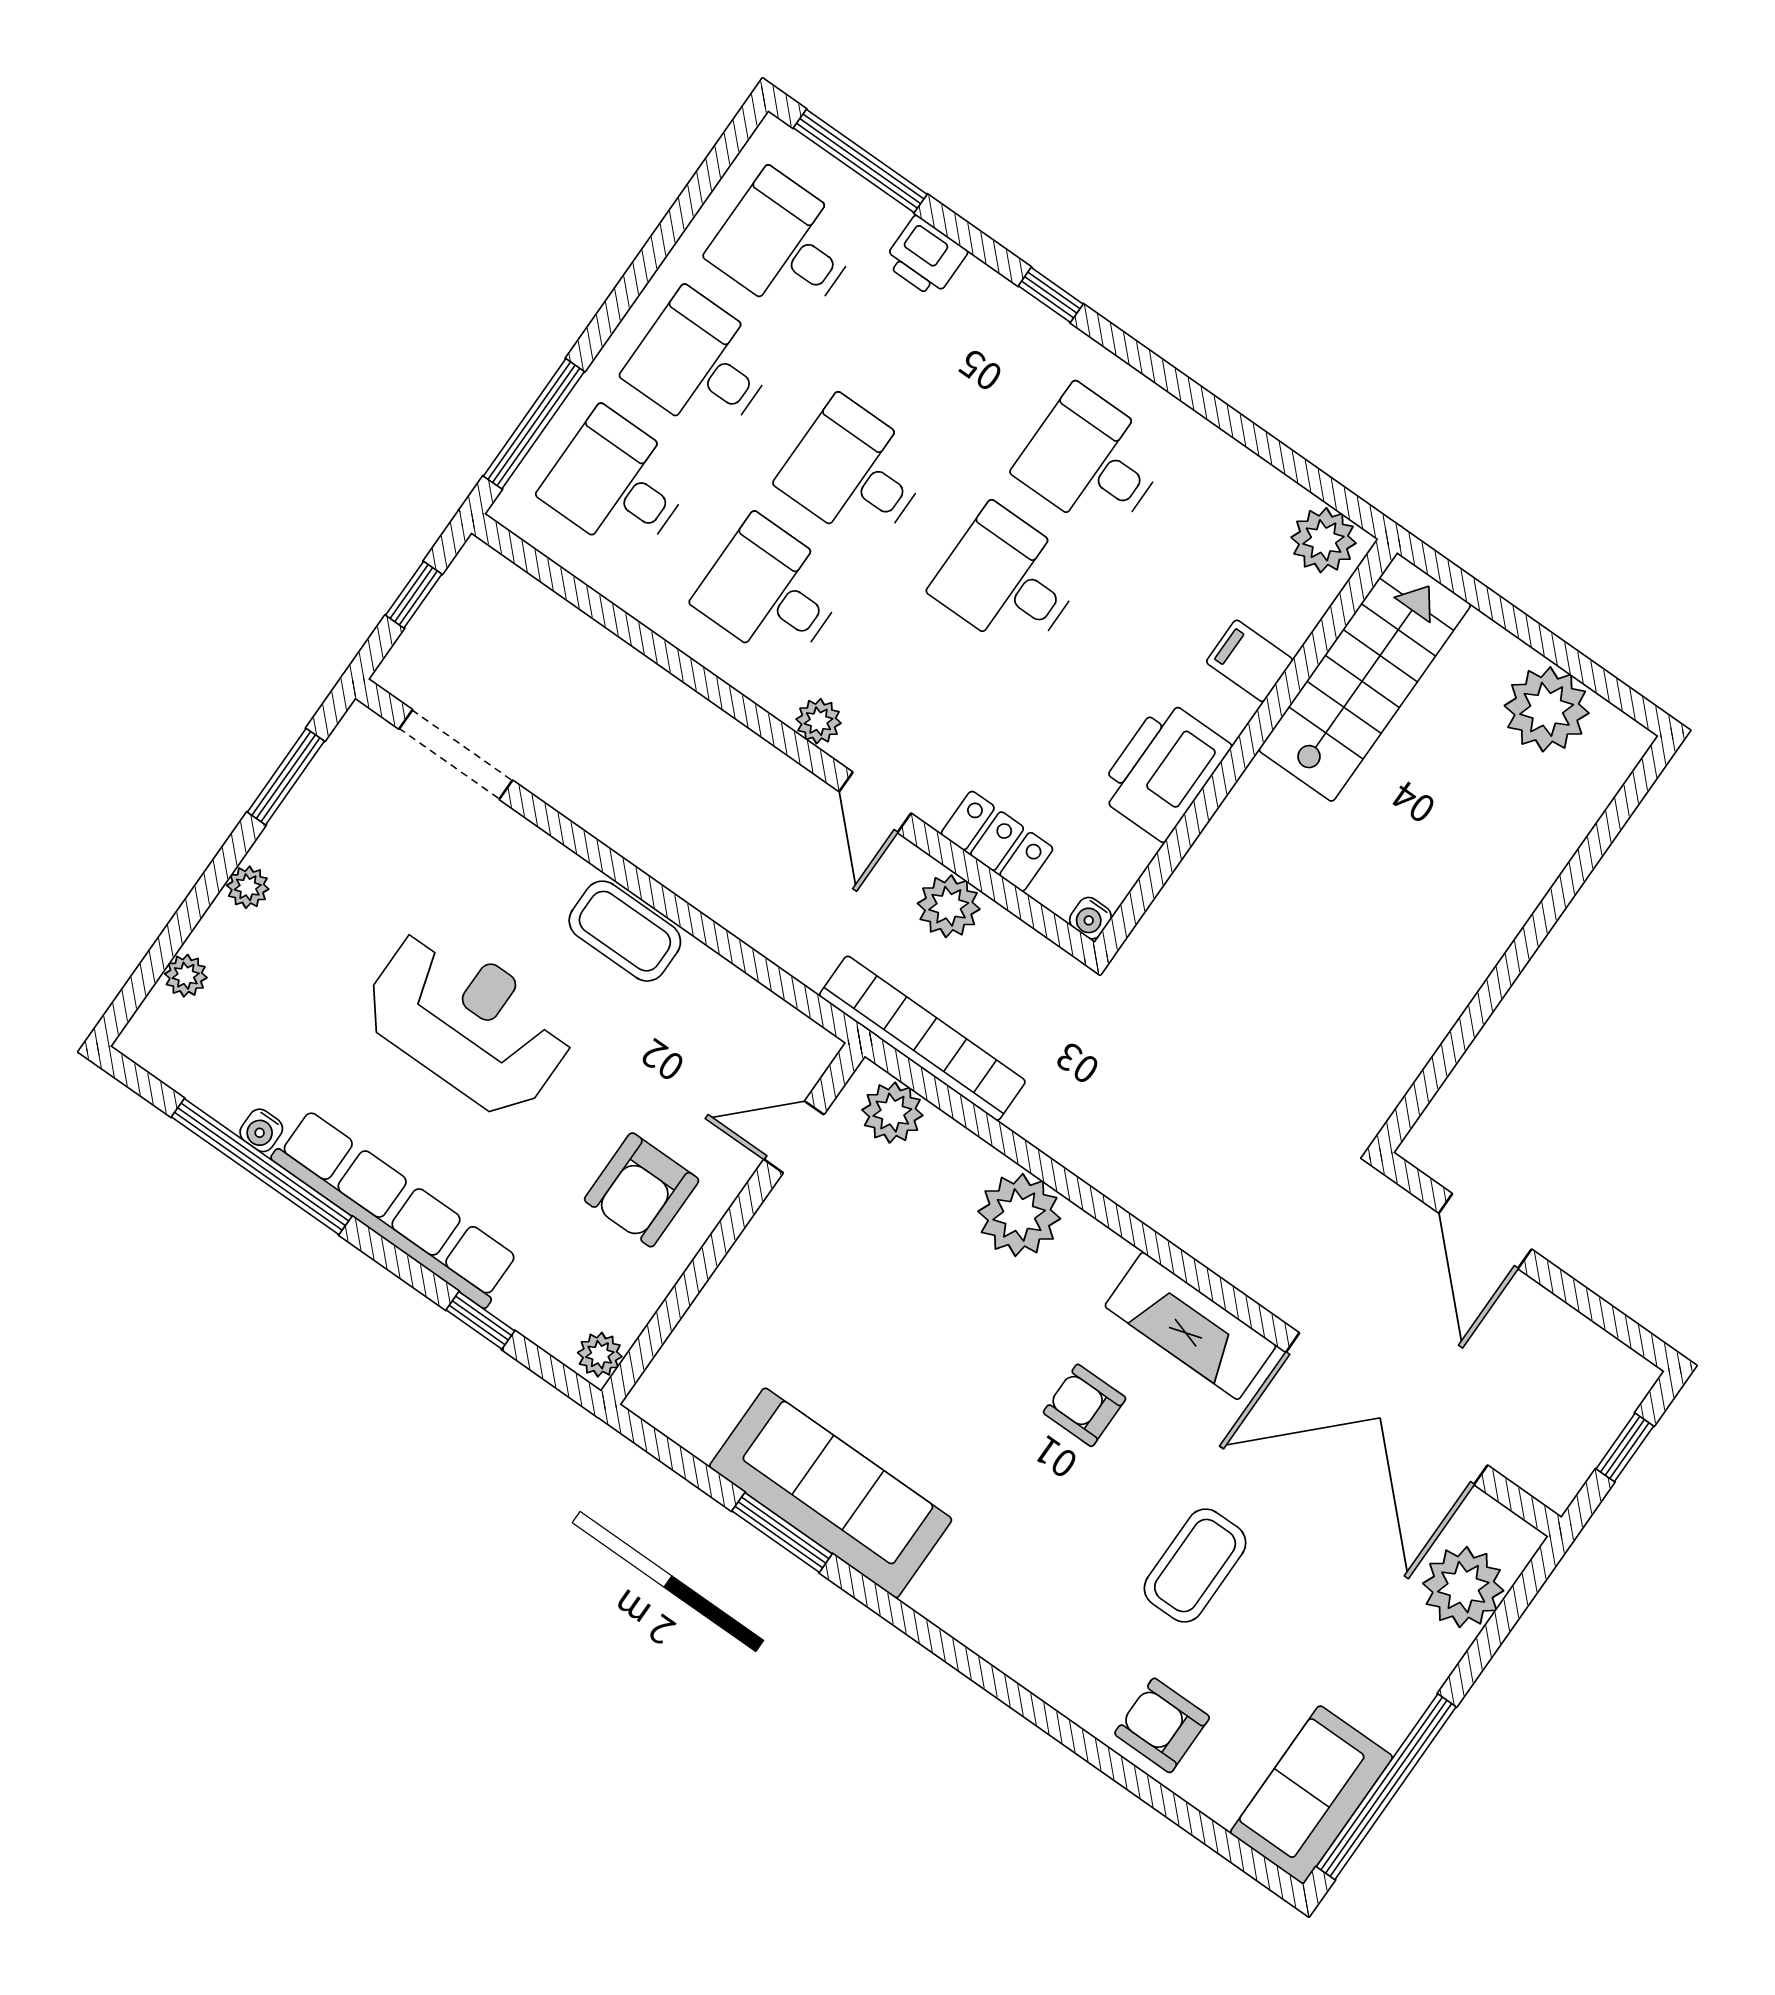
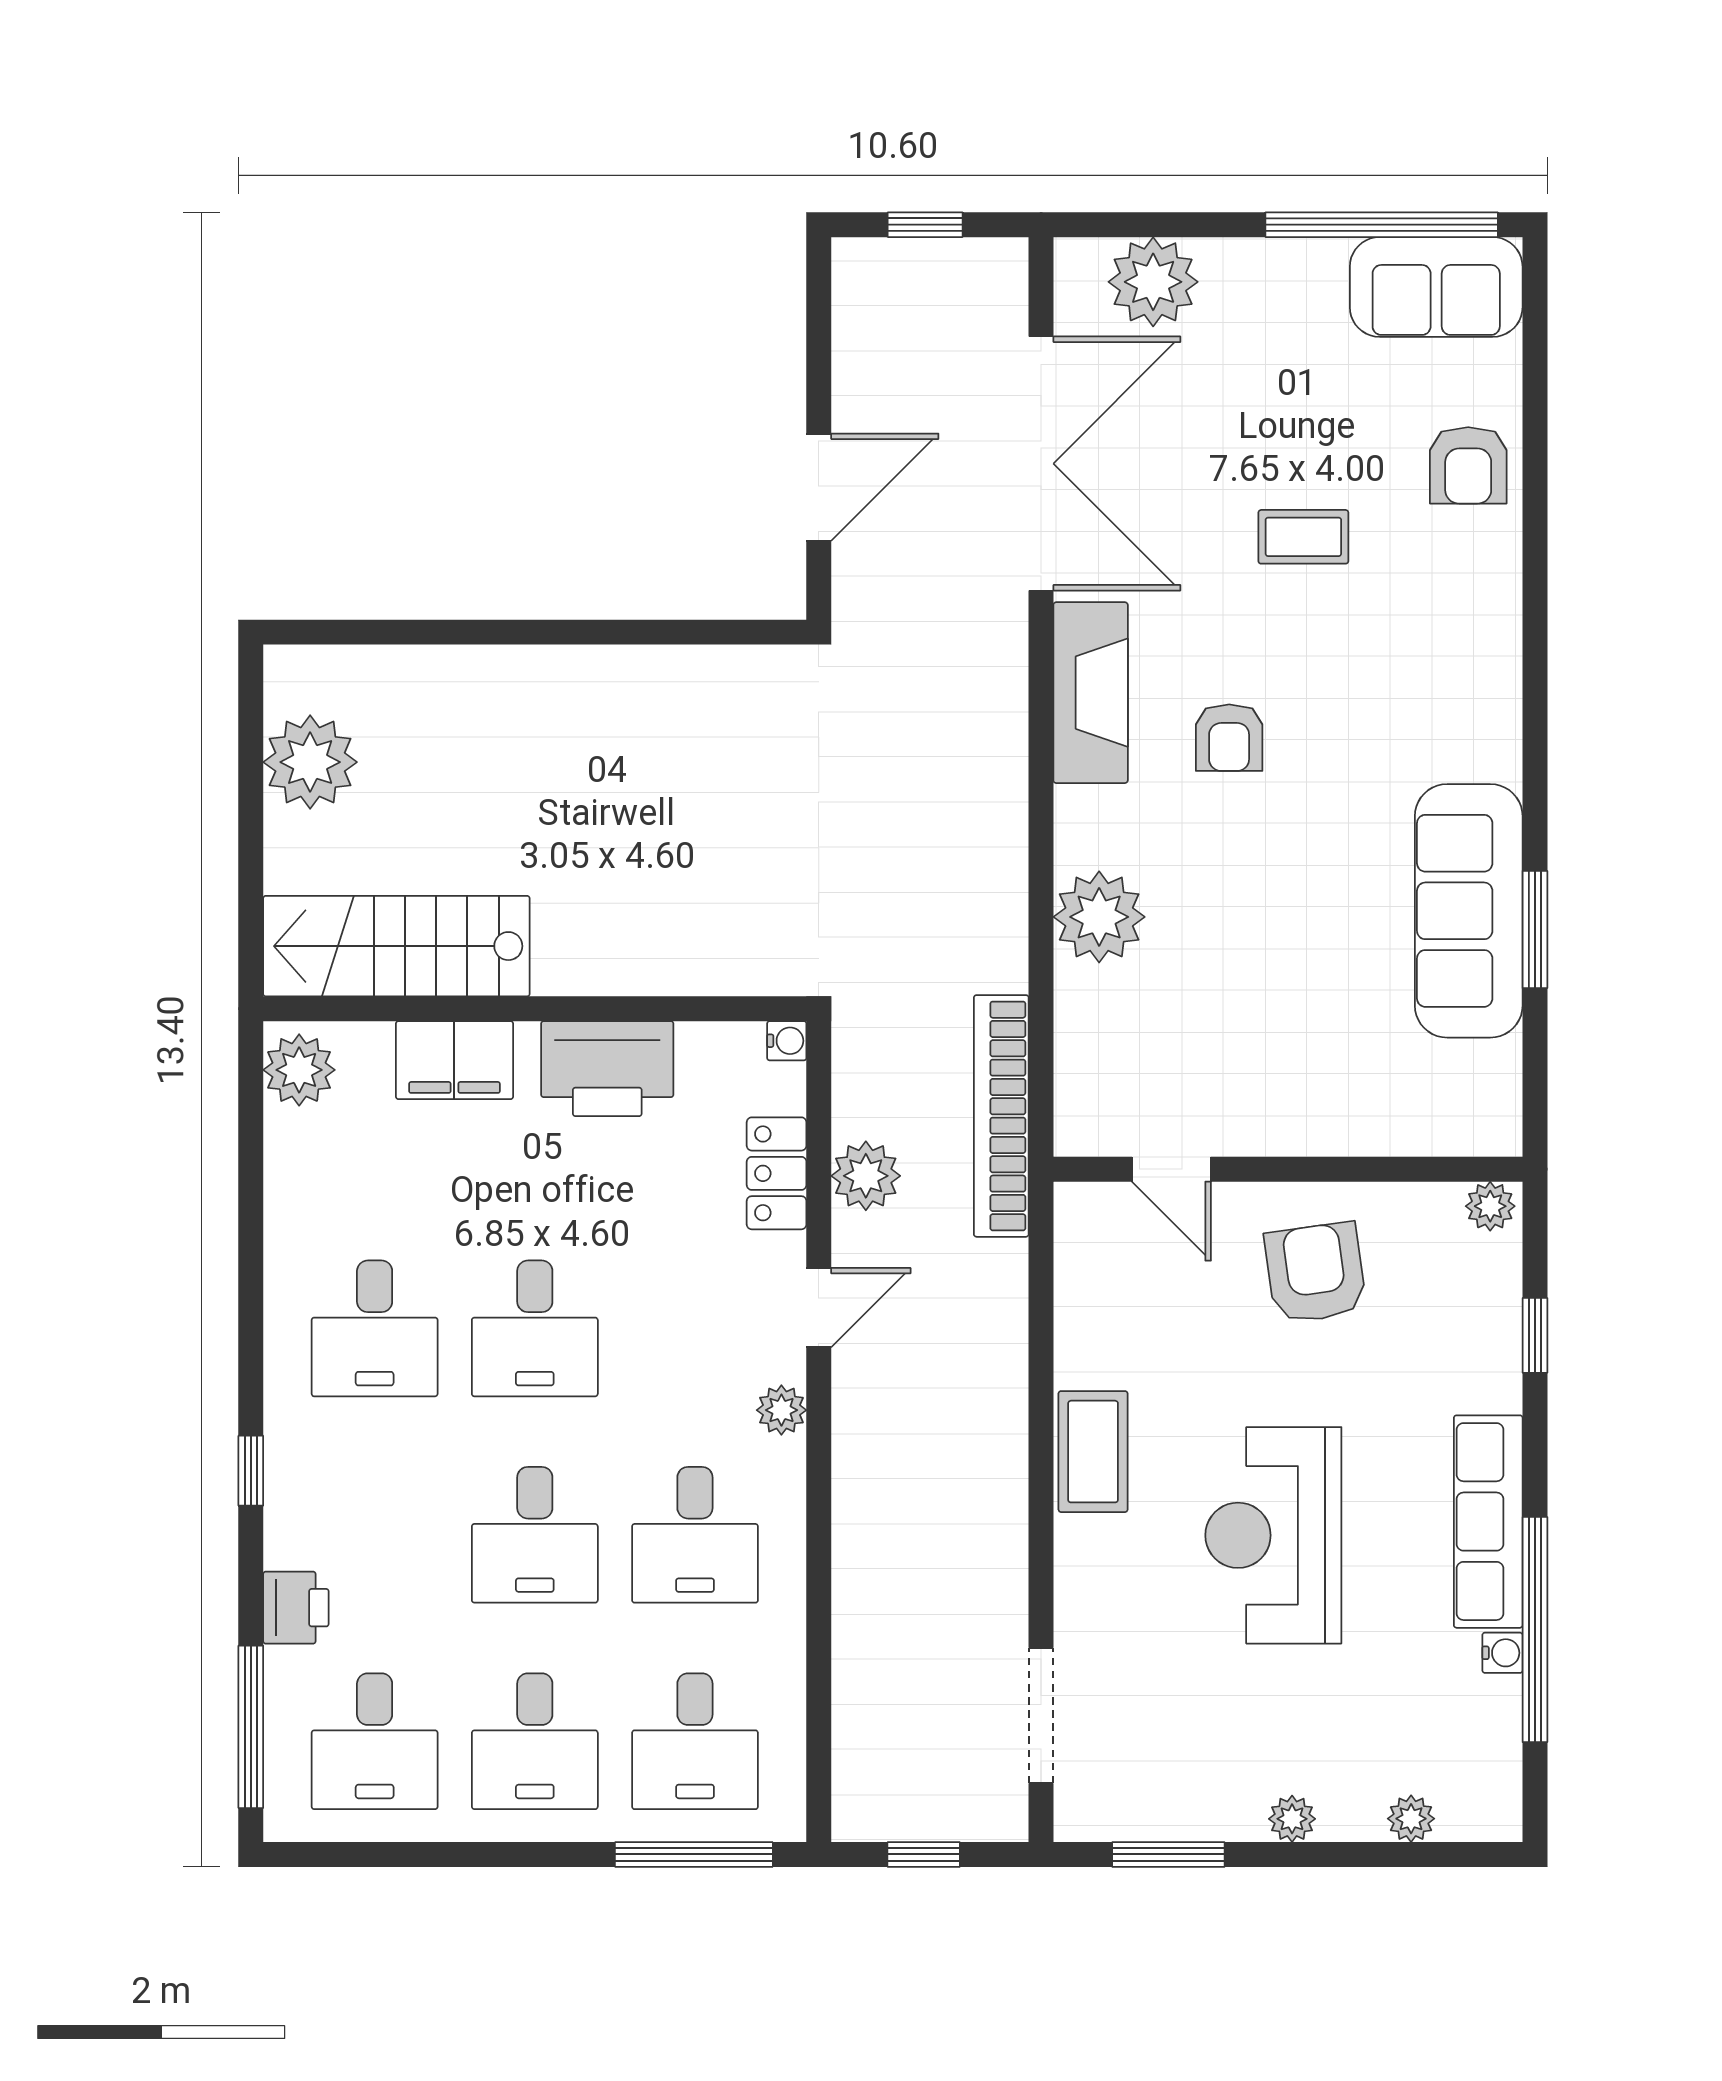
filing cabinet: (1250, 661) -> (454, 1060), width x2.00
plant: (892, 1113) -> (1087, 1096), removed
armchair: (642, 1190) -> (1315, 1273), turned -98
row of seats: (395, 1209) -> (1488, 1522), width x0.73
coffee table: (1195, 1565) -> (1303, 537), width x0.73, depth x0.77

